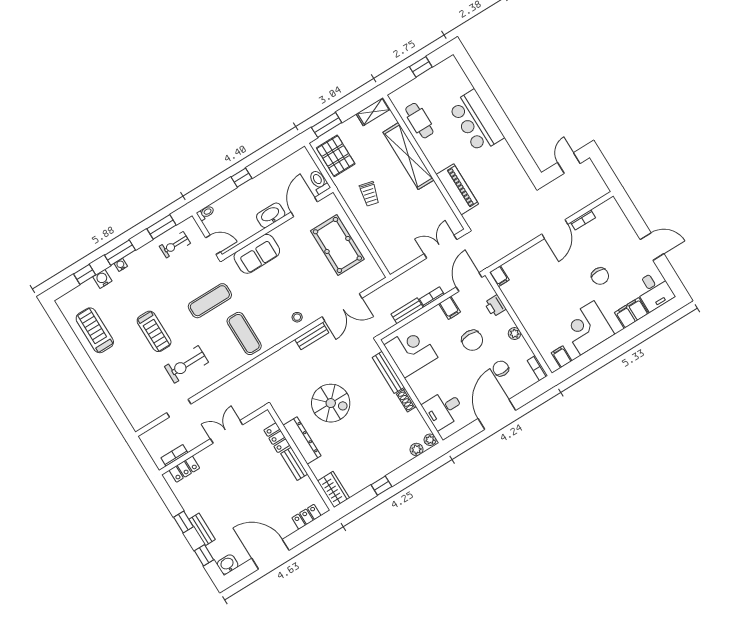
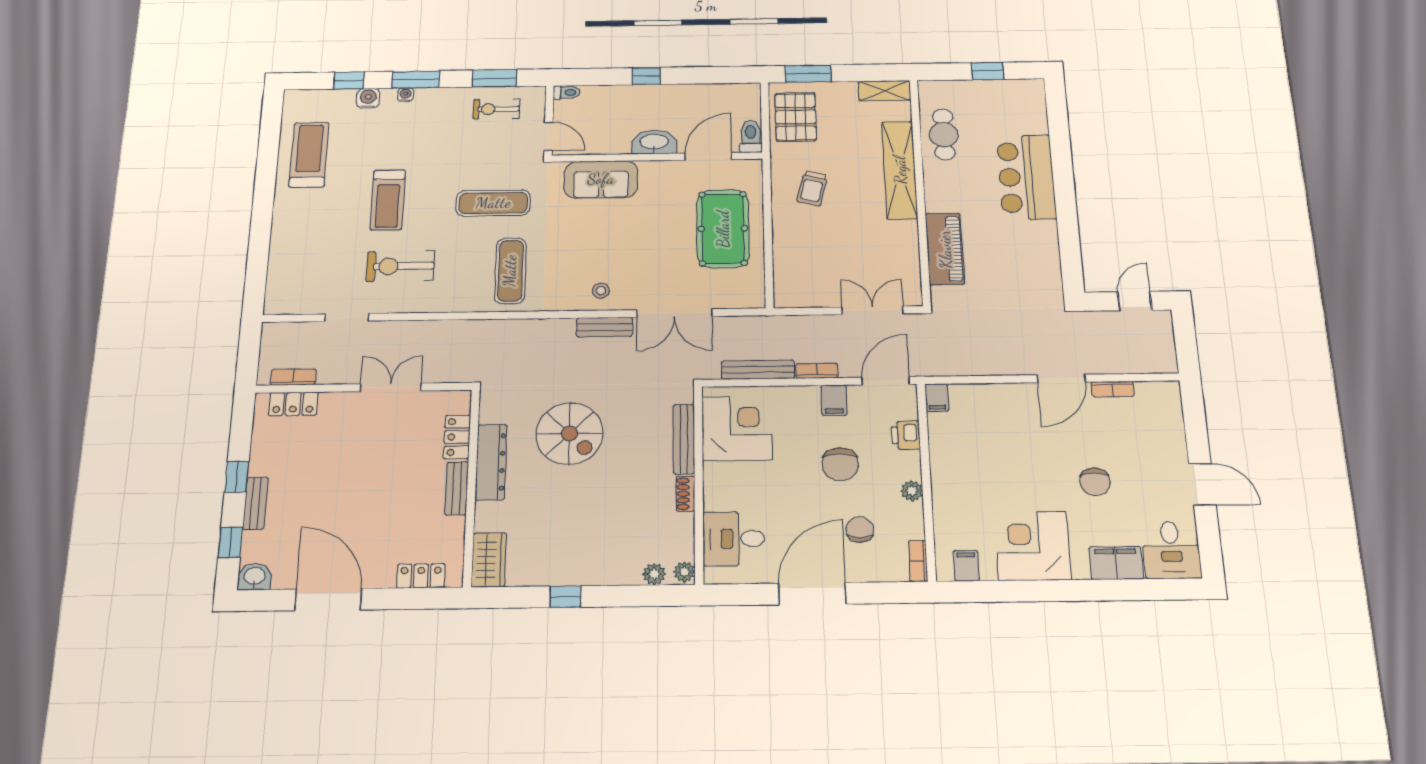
bench: (407, 311) -> (758, 370), width x1.36

